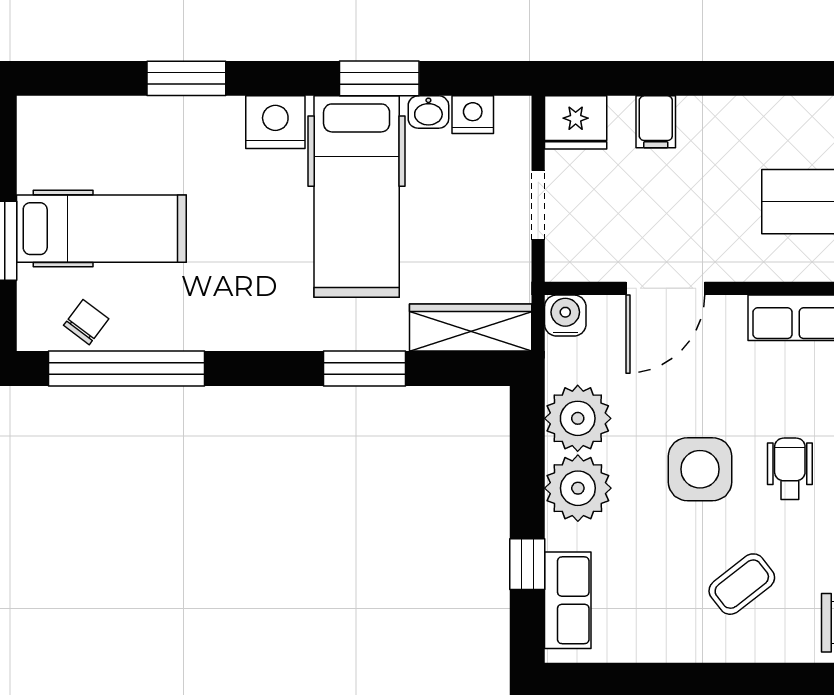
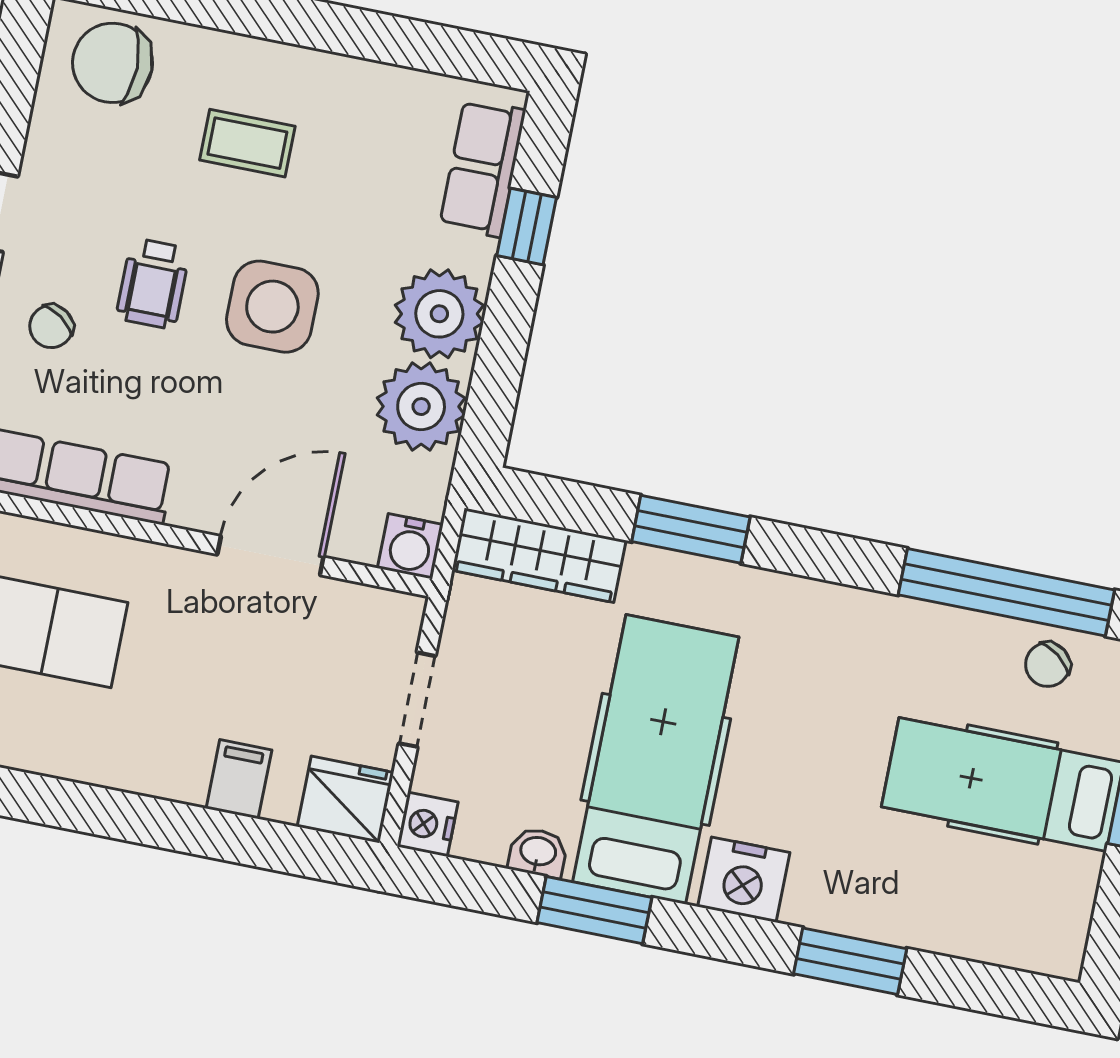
nightstand: (473, 115) -> (427, 824), moved, turned 90
coffee table: (742, 584) -> (247, 143), turned 38

